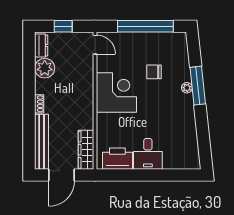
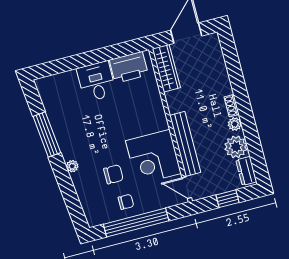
chair: (149, 46) -> (126, 202), added
window: (198, 86) -> (47, 134), moved
plant: (41, 88) -> (235, 124), added
corner desk: (116, 93) -> (153, 157), moved
bench: (42, 142) -> (185, 144), moved

